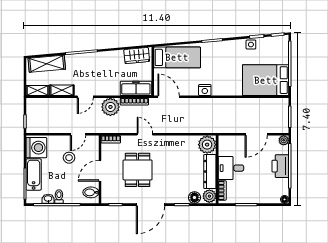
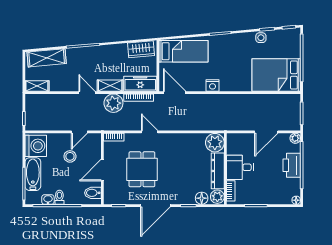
shelving: (62, 90) -> (110, 86), moved
door: (85, 97) -> (87, 93), swing flipped

